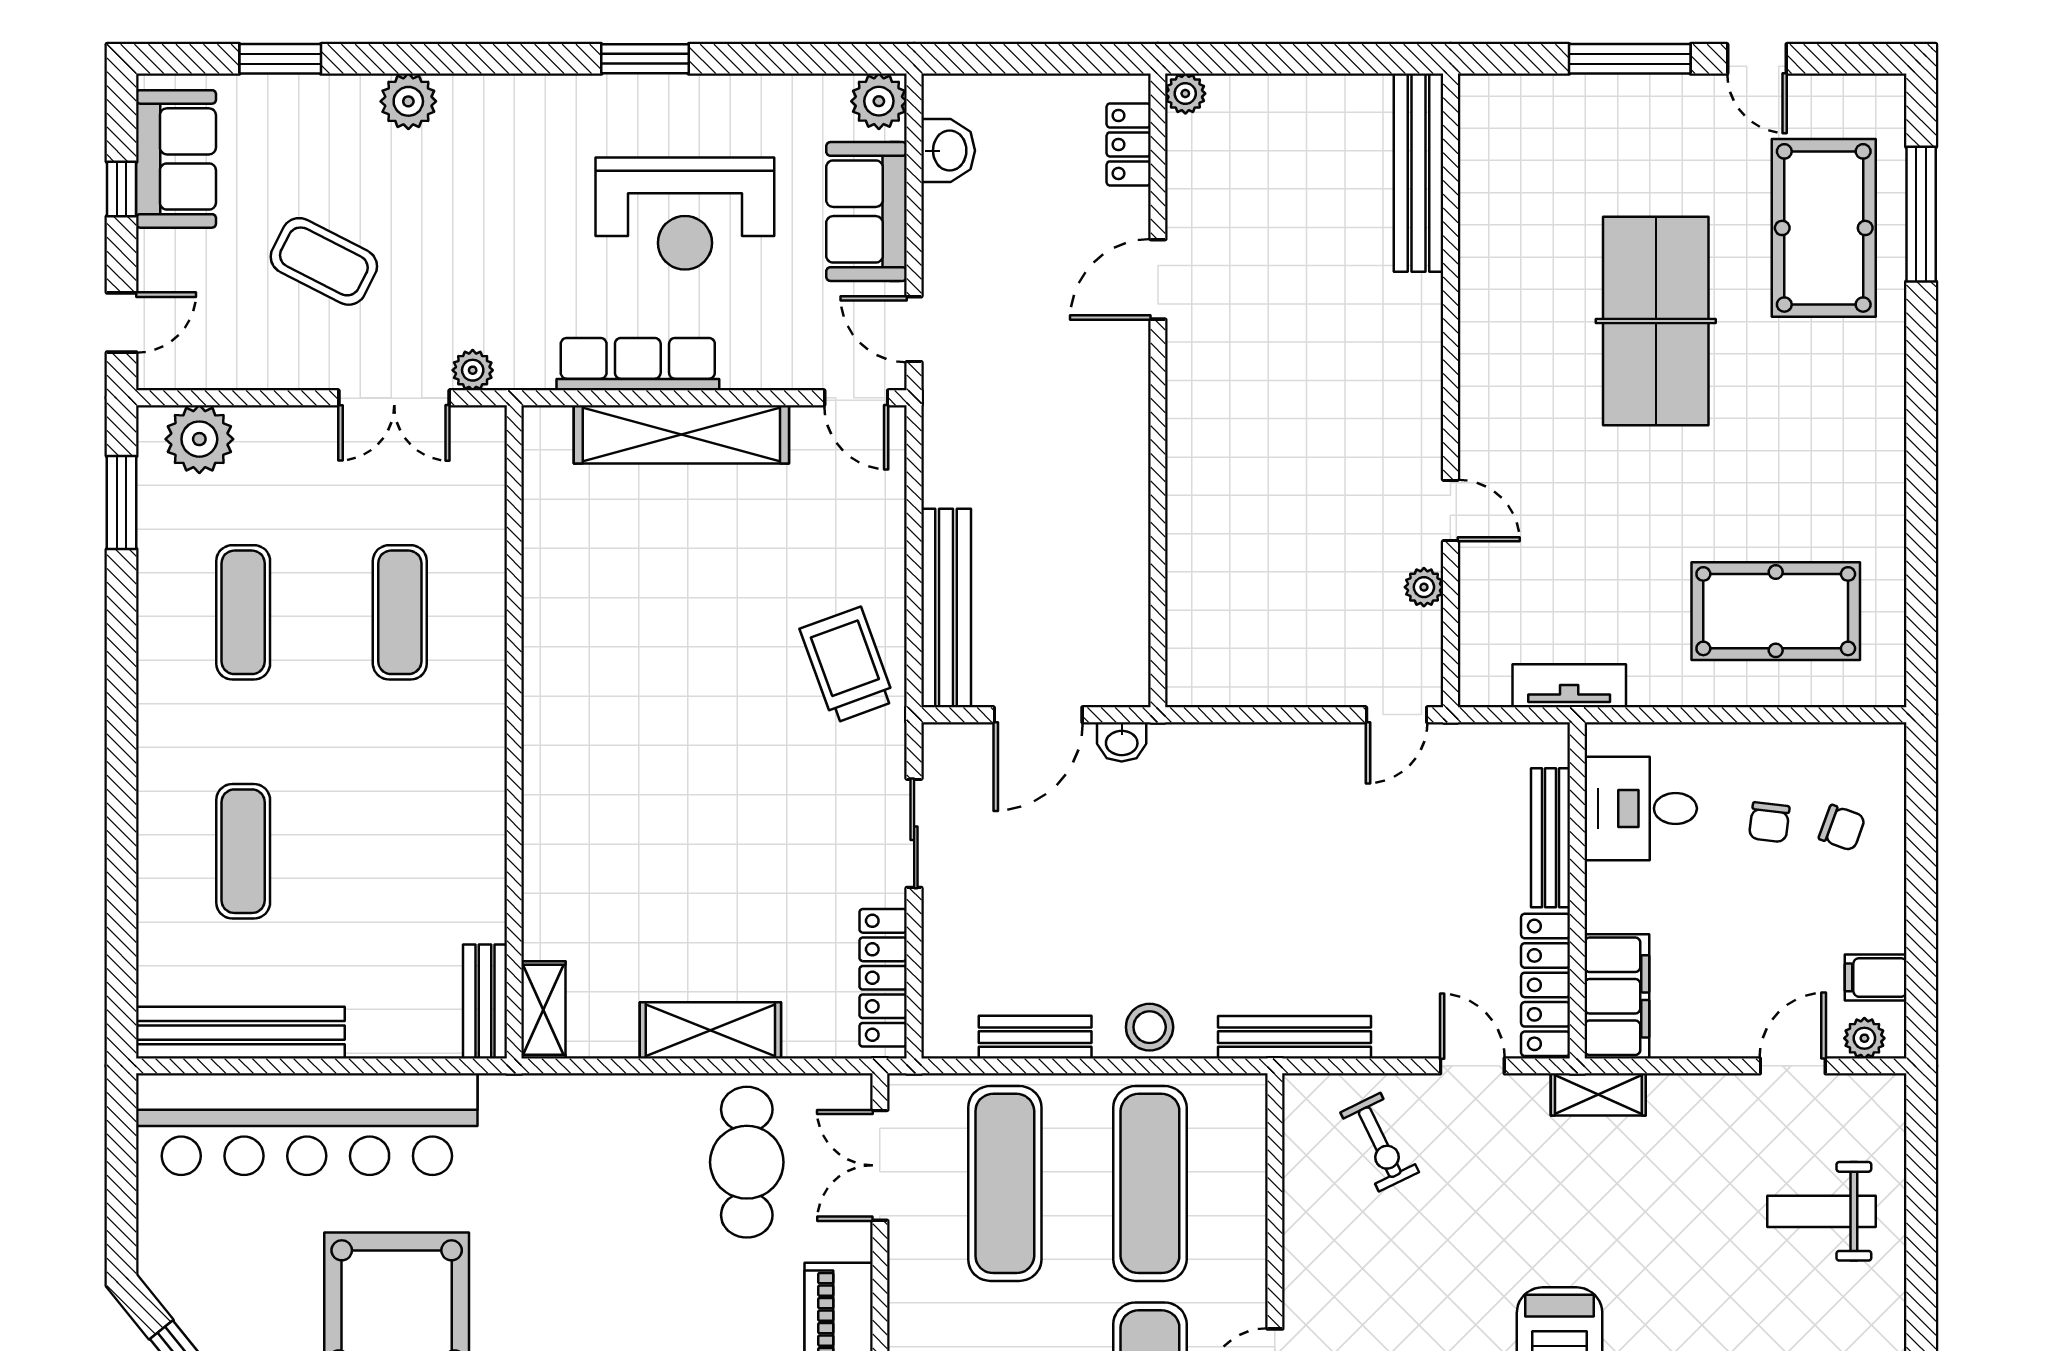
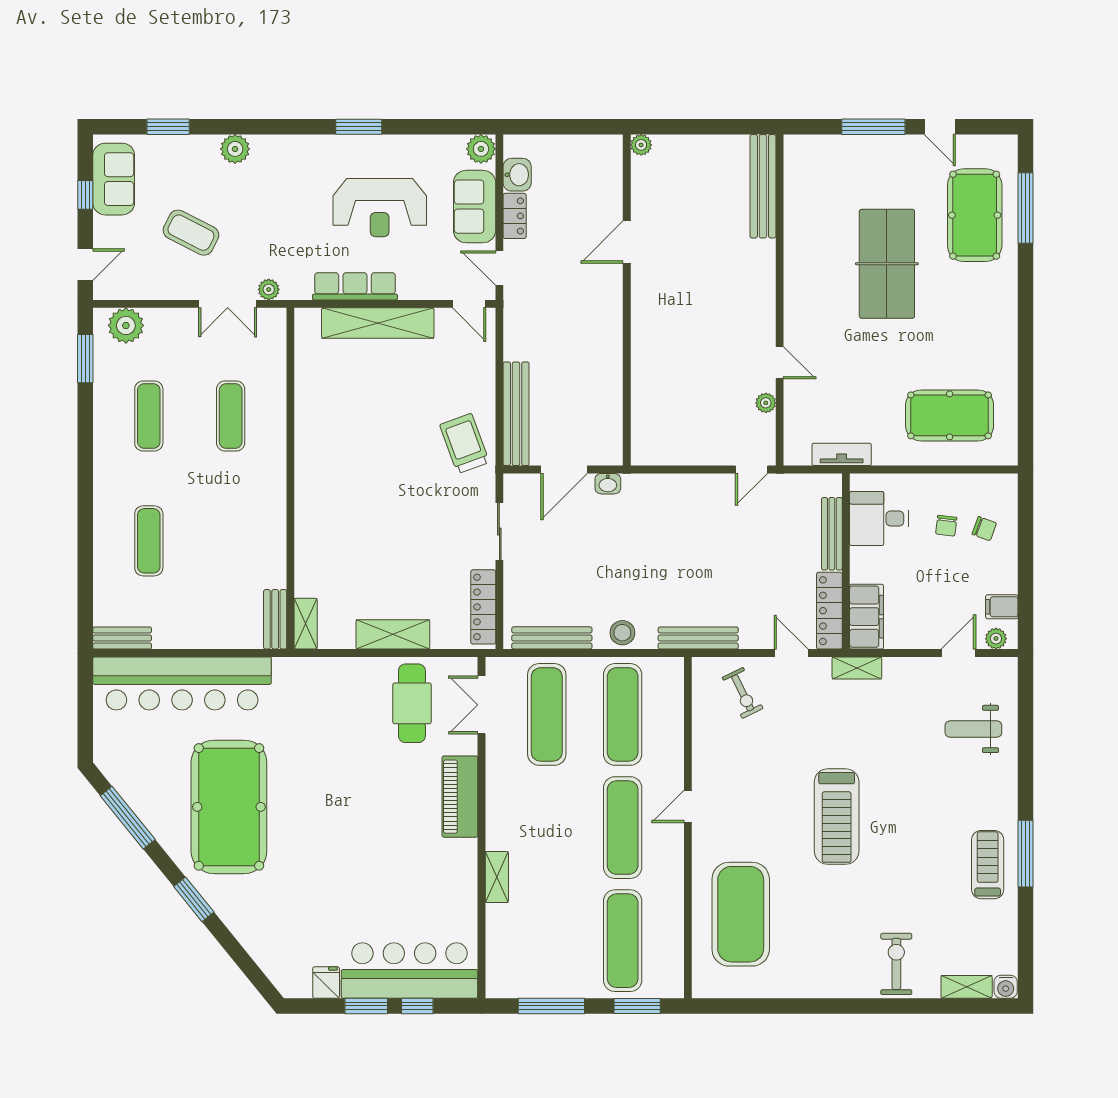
locker: (1129, 144) -> (515, 216), moved, turned 180
bench: (240, 1033) -> (122, 638), width x0.54, depth x0.82
bench: (1035, 1037) -> (552, 638), width x1.36

